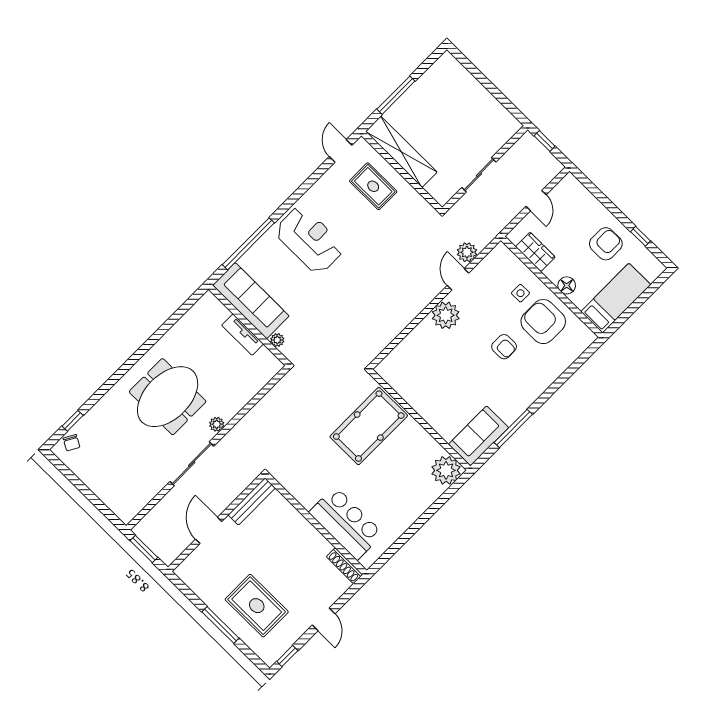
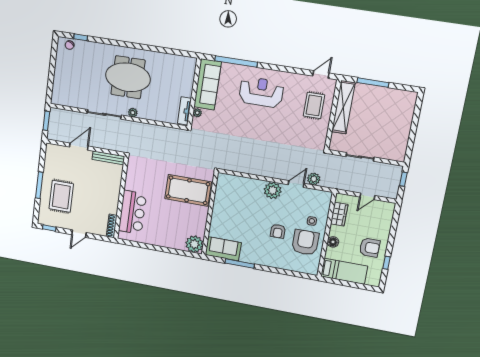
reception desk: (309, 240) -> (261, 92), turned -90
tv unit: (243, 335) -> (184, 111), moved

